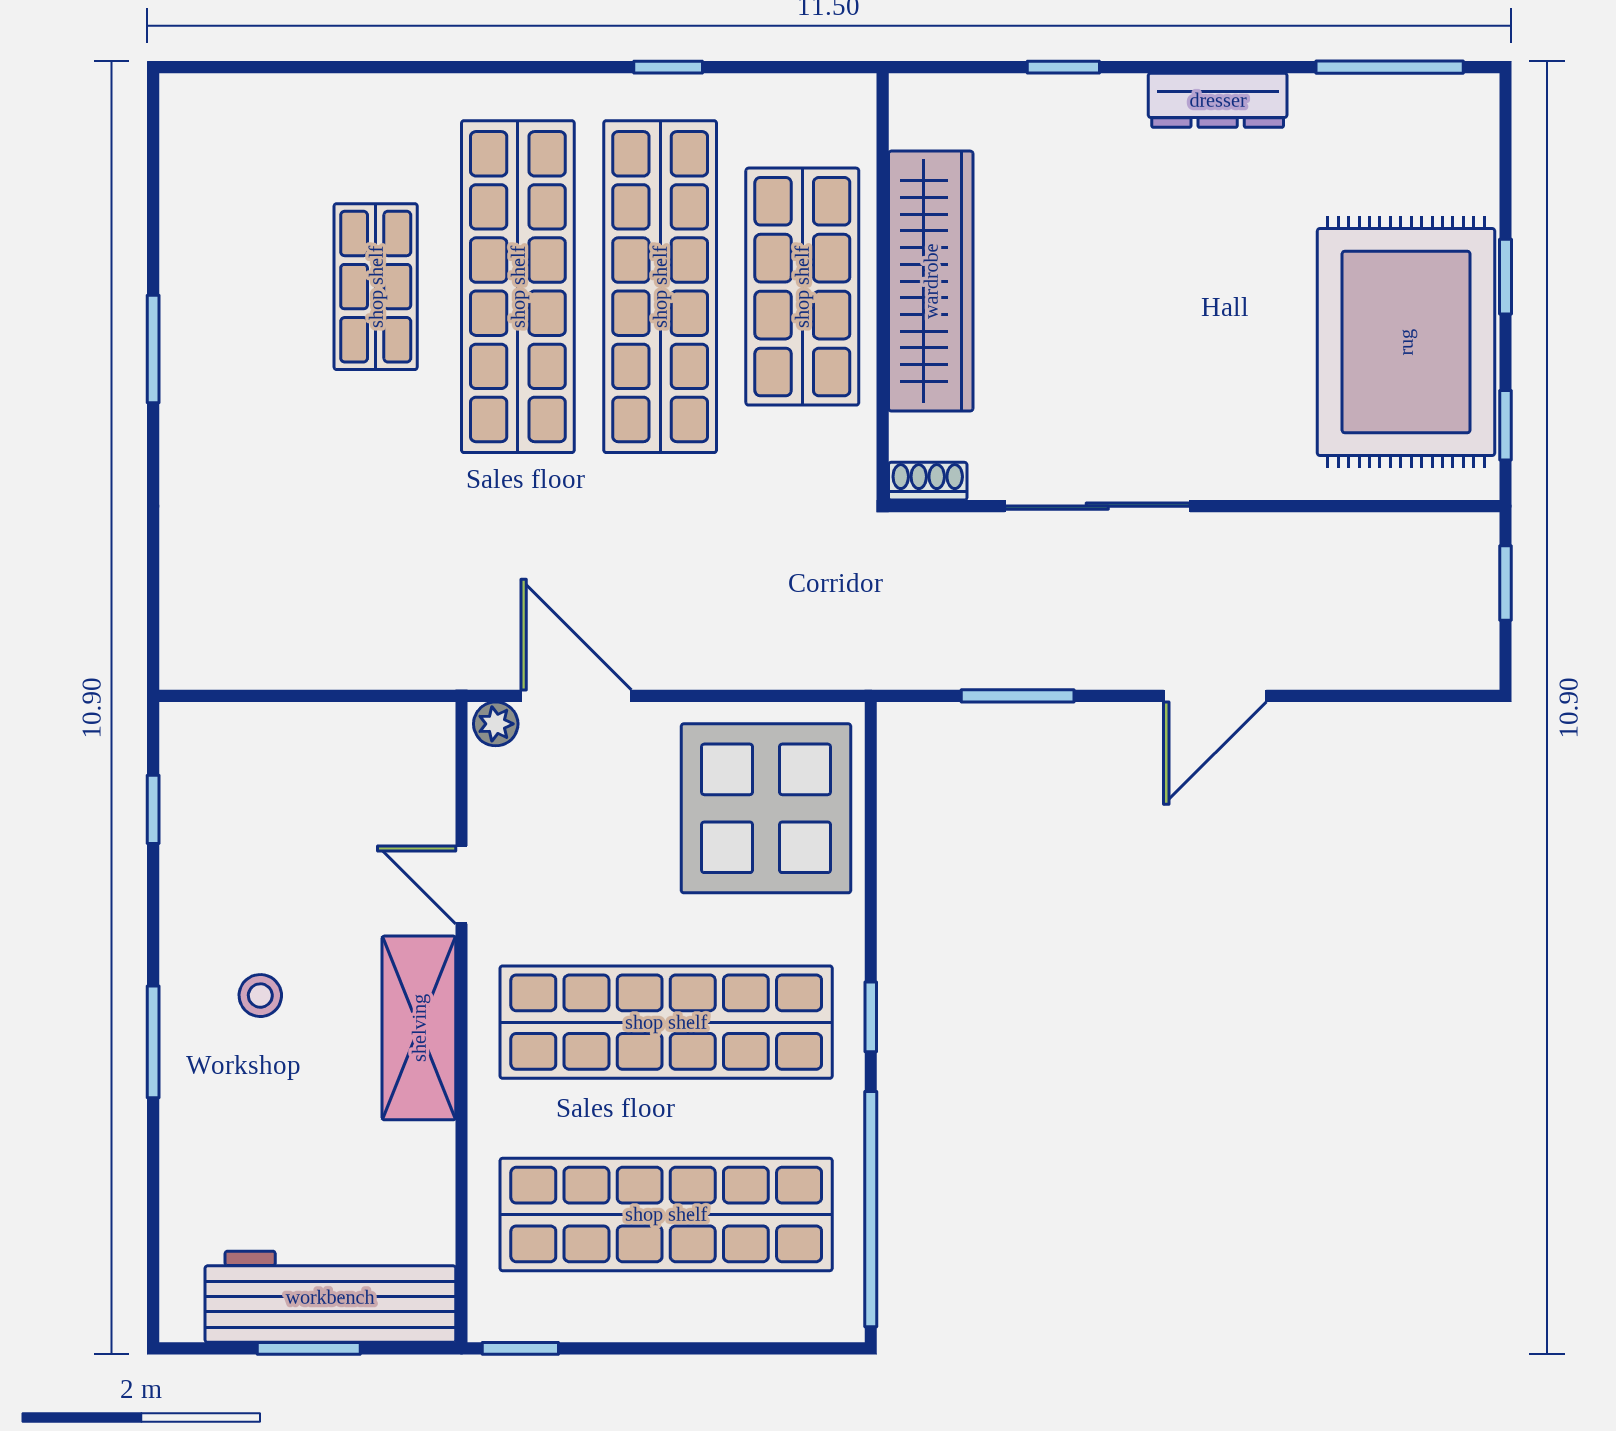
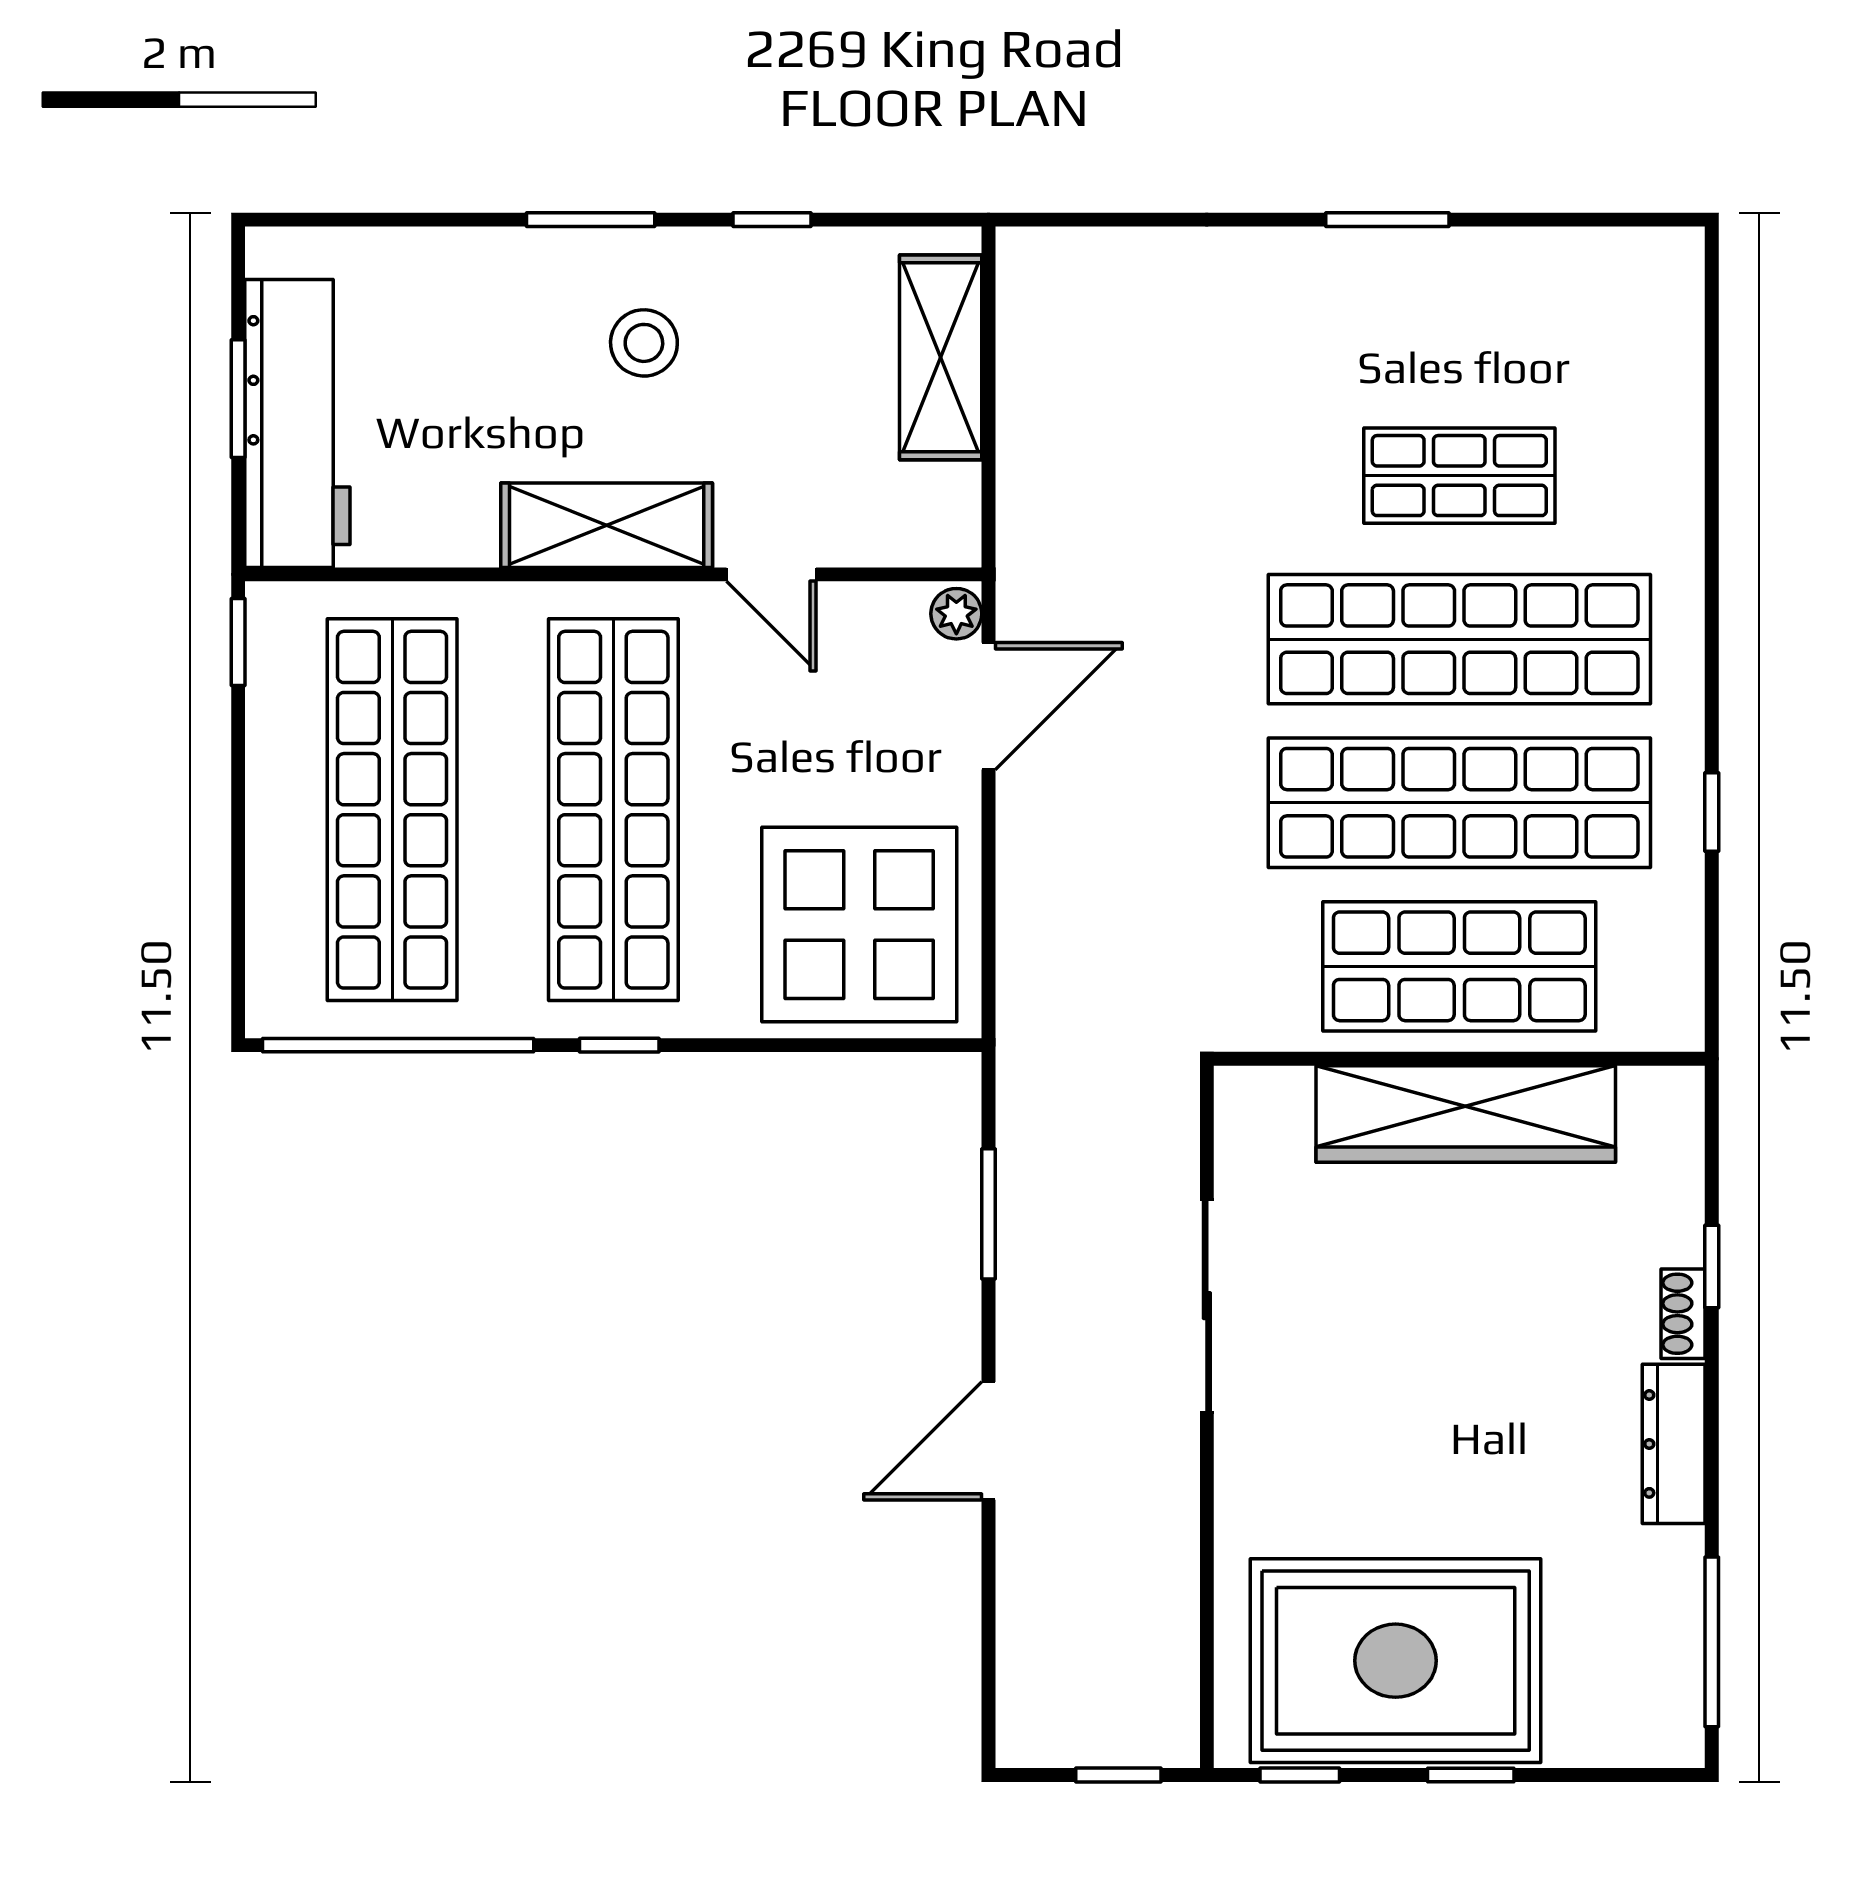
shoe rack: (928, 481) -> (1683, 1314), moved, turned 180
door: (1215, 696) -> (989, 1441), hinge flipped
shelving: (273, 737) -> (941, 357), added
window: (153, 809) -> (772, 220), moved
door: (462, 885) -> (771, 574), swing flipped
stool: (260, 996) -> (644, 343), width x1.37, depth x1.37

